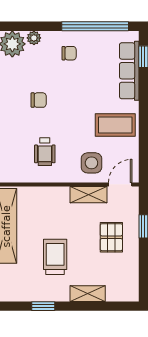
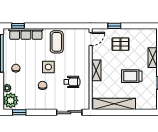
side table: (91, 163) -> (48, 67), moved
door: (120, 184) -> (91, 39), swing flipped
shelving: (88, 195) -> (96, 70), moved

